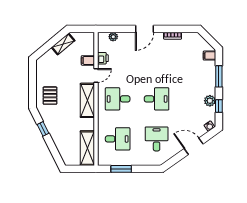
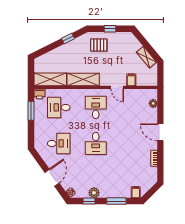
printer: (103, 58) -> (39, 94), moved
window: (33, 83) -> (110, 29), added
shelving: (87, 100) -> (83, 79), moved
desk: (118, 139) -> (59, 107), turned 90

